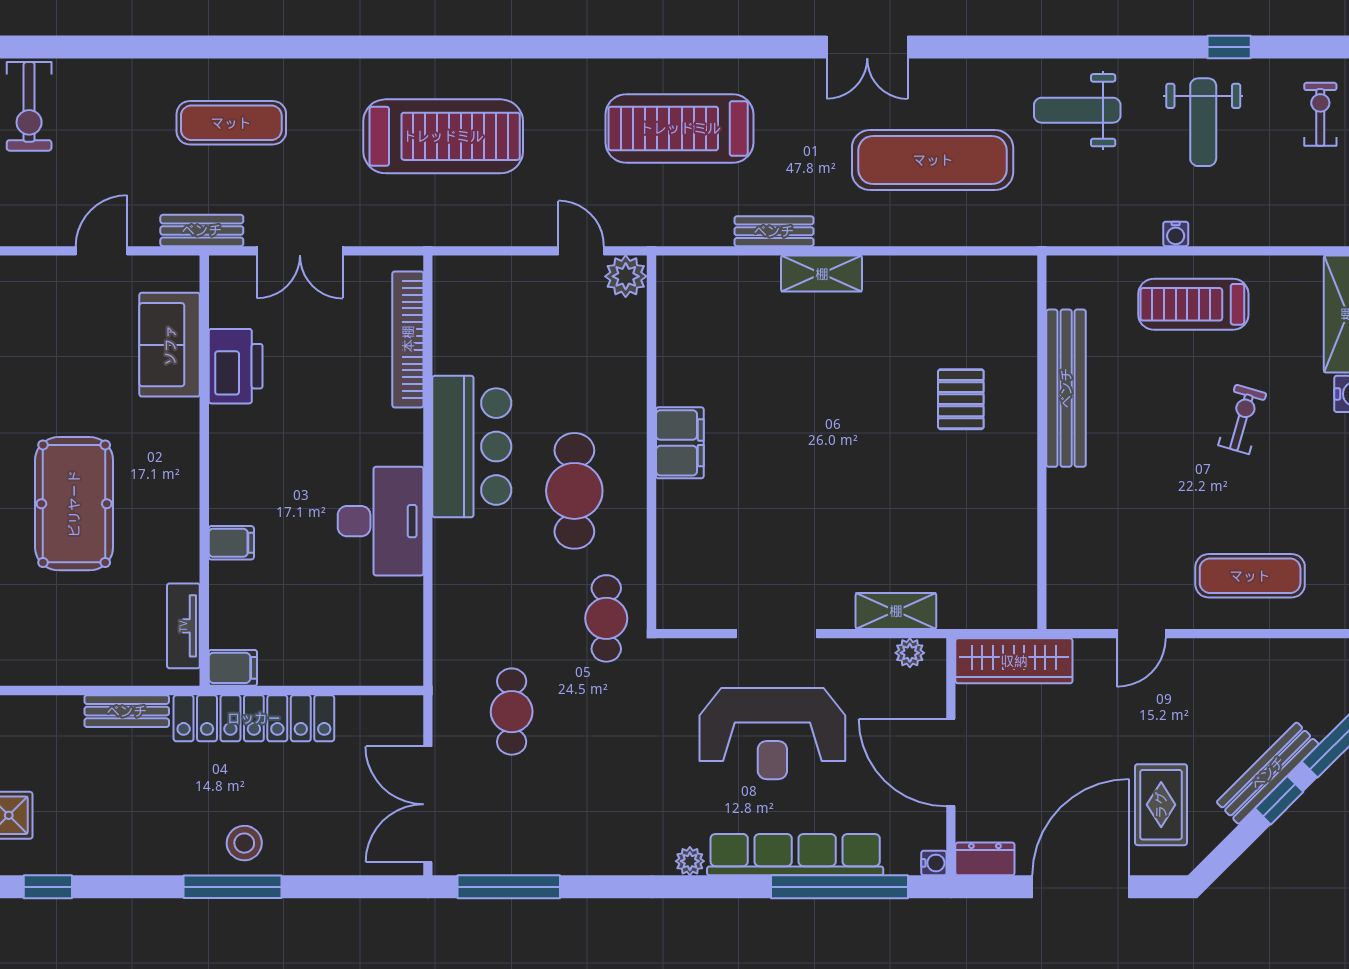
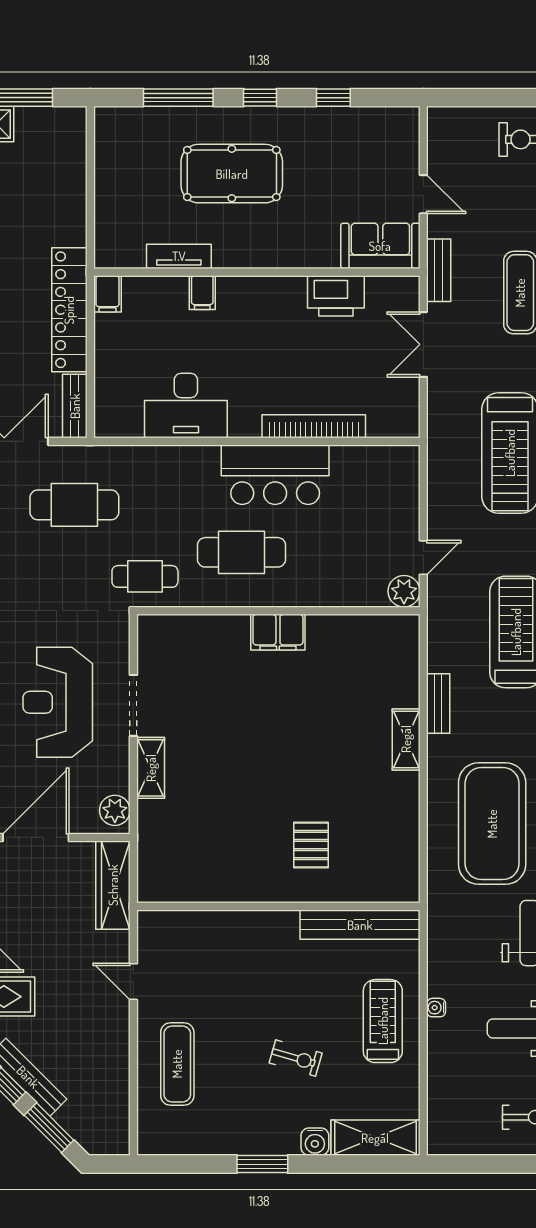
exercise mat: (933, 160) -> (492, 824), width x1.47
bookcase: (408, 339) -> (314, 426), moved
sofa: (170, 345) -> (380, 246), moved
bench: (1066, 388) -> (360, 925), moved
pallet: (961, 399) -> (311, 845), turned 90
desk: (381, 521) -> (186, 406), moved
shelving: (896, 611) -> (151, 768), moved
tv unit: (183, 626) -> (179, 256), moved
plant: (910, 653) -> (115, 810), width x1.38, depth x1.38
bench: (127, 711) -> (75, 406), moved
cafe table: (512, 712) -> (74, 505), width x1.37, depth x1.35

